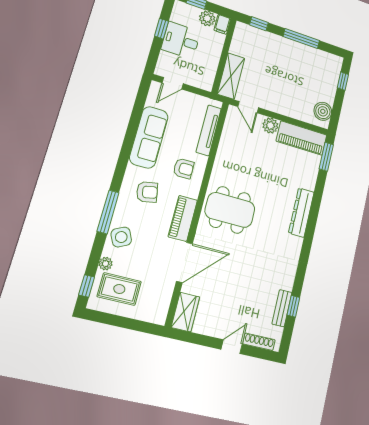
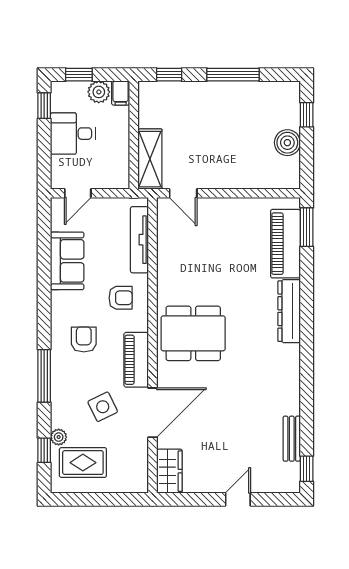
window: (161, 29) -> (44, 106), moved
boiler: (323, 111) -> (287, 143), moved
plant: (270, 126) -> (219, 209), removed
sofa: (149, 137) -> (67, 261), width x0.73
piano: (302, 138) -> (285, 244), moved, turned 90
armchair: (147, 192) -> (84, 339), turned -79
side table: (121, 237) -> (103, 407), moved
window: (87, 286) -> (44, 450), moved
window: (293, 306) -> (307, 469), moved
shoe rack: (259, 342) -> (272, 486), removed

